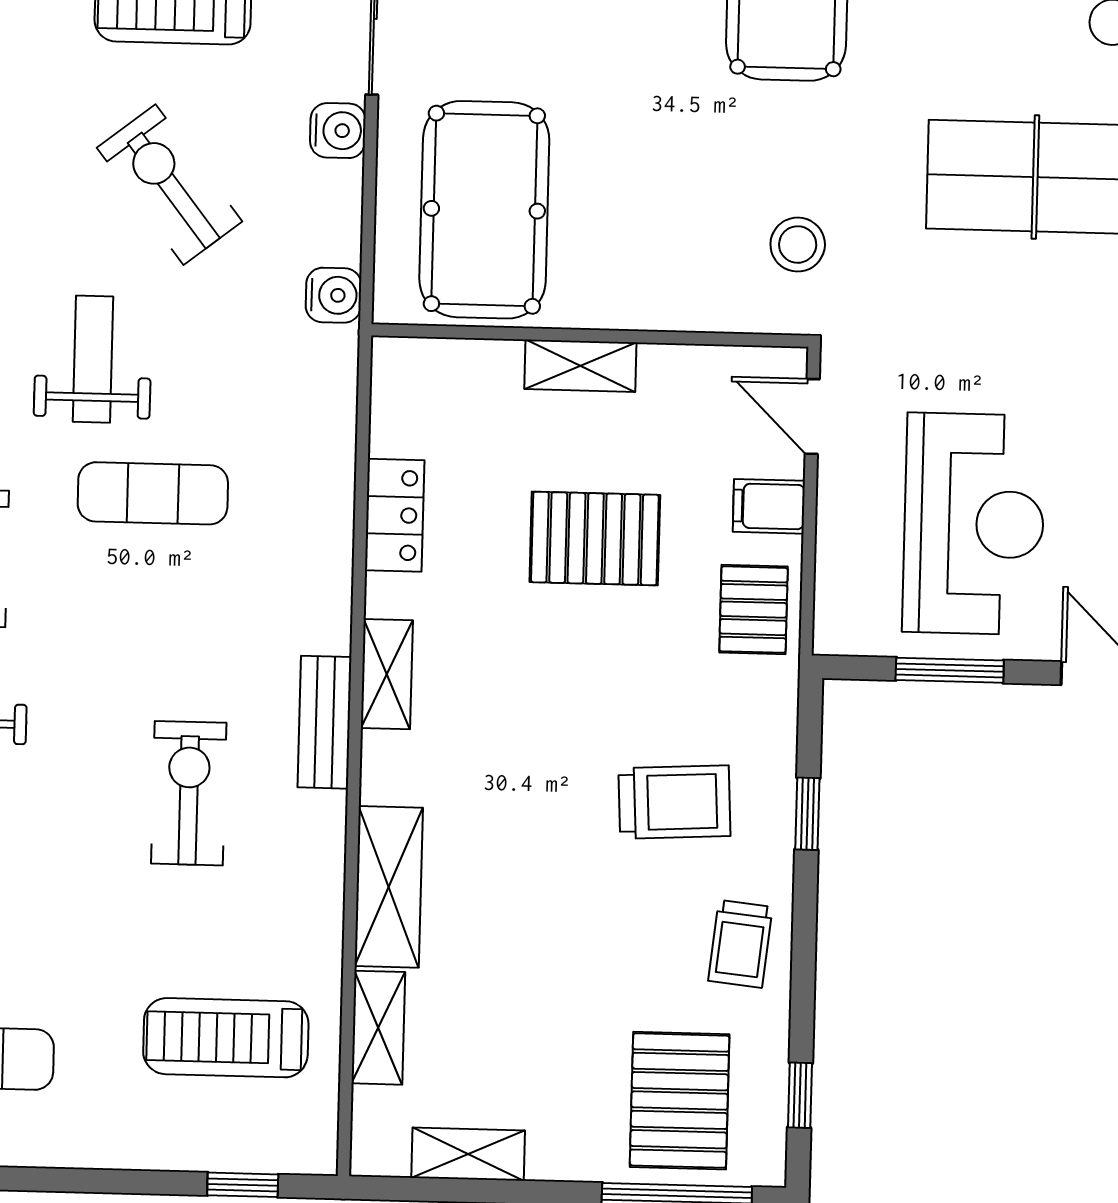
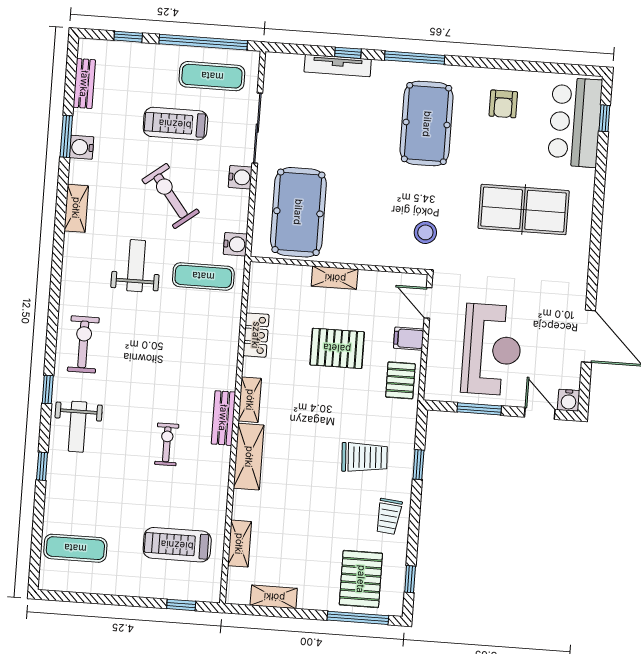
exercise mat: (153, 493) -> (203, 276), moved
exercise bike: (189, 793) -> (167, 444), width x0.73, depth x0.72
shelving: (389, 887) -> (249, 457), moved

